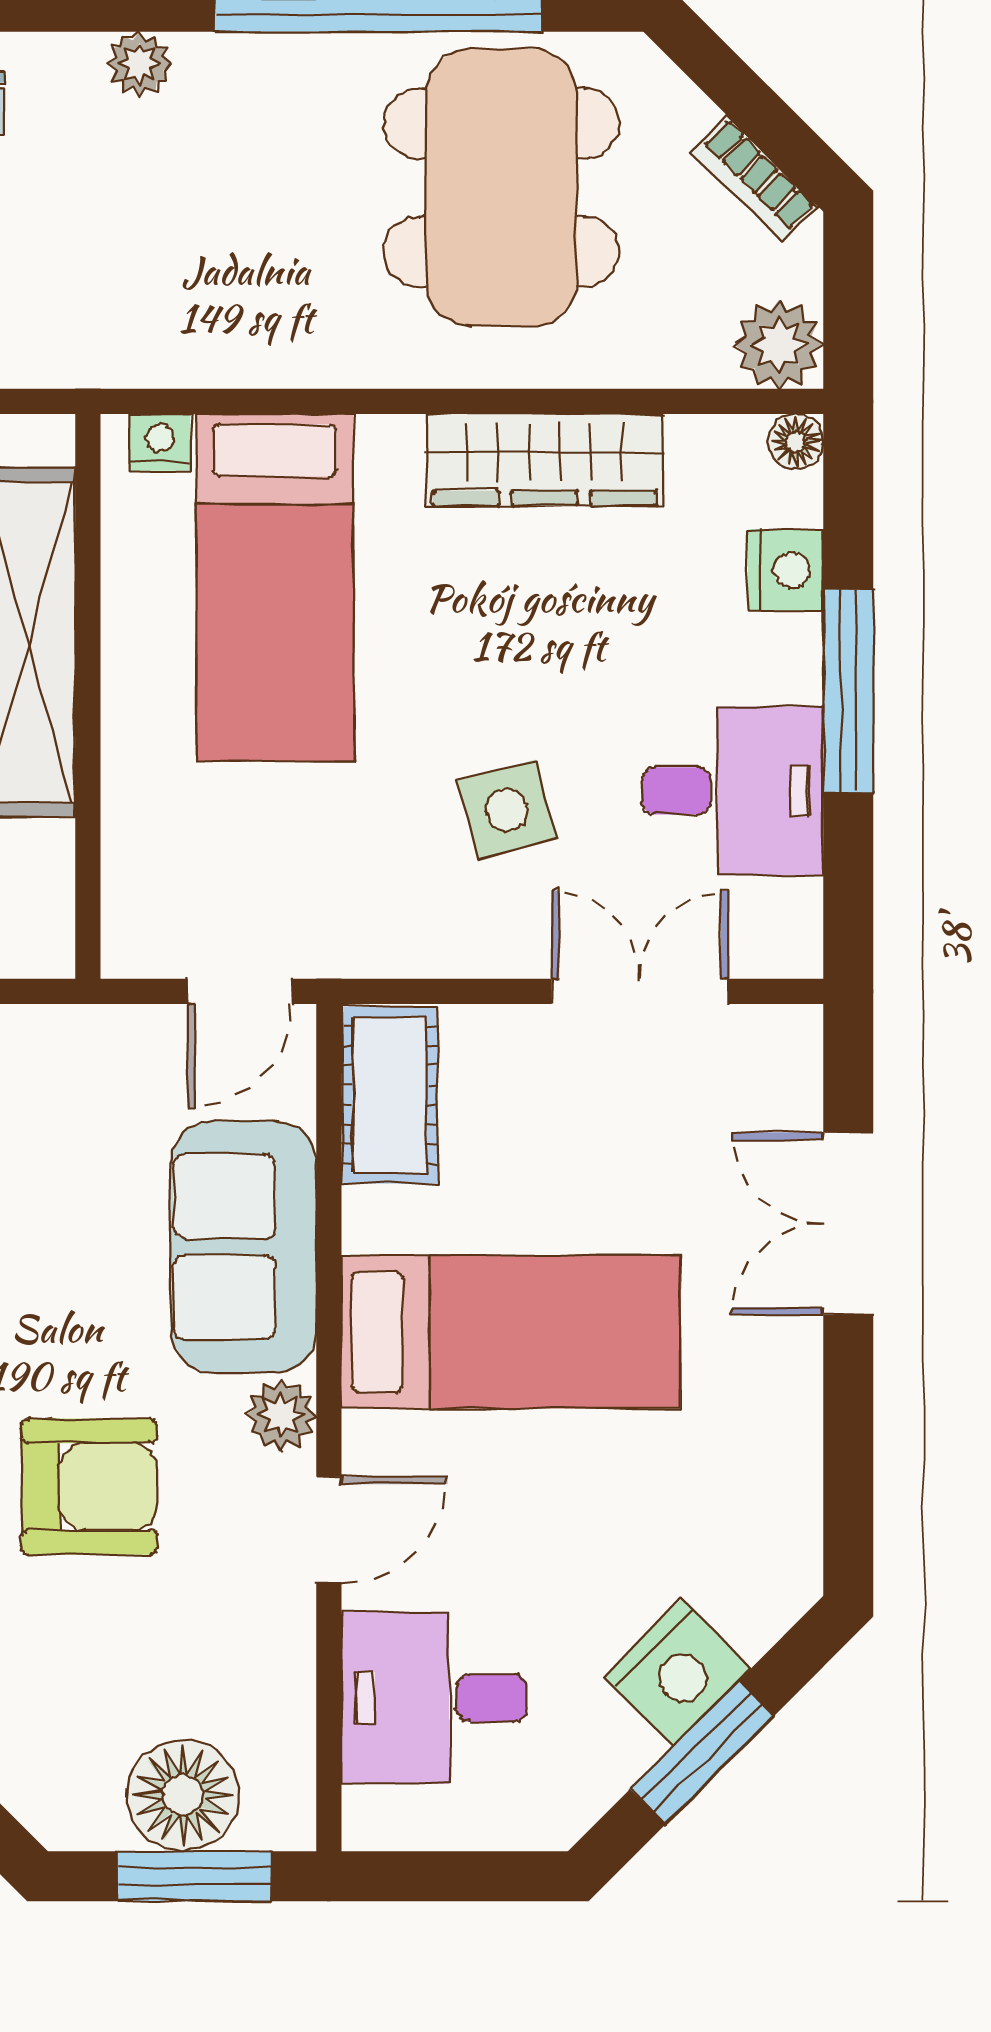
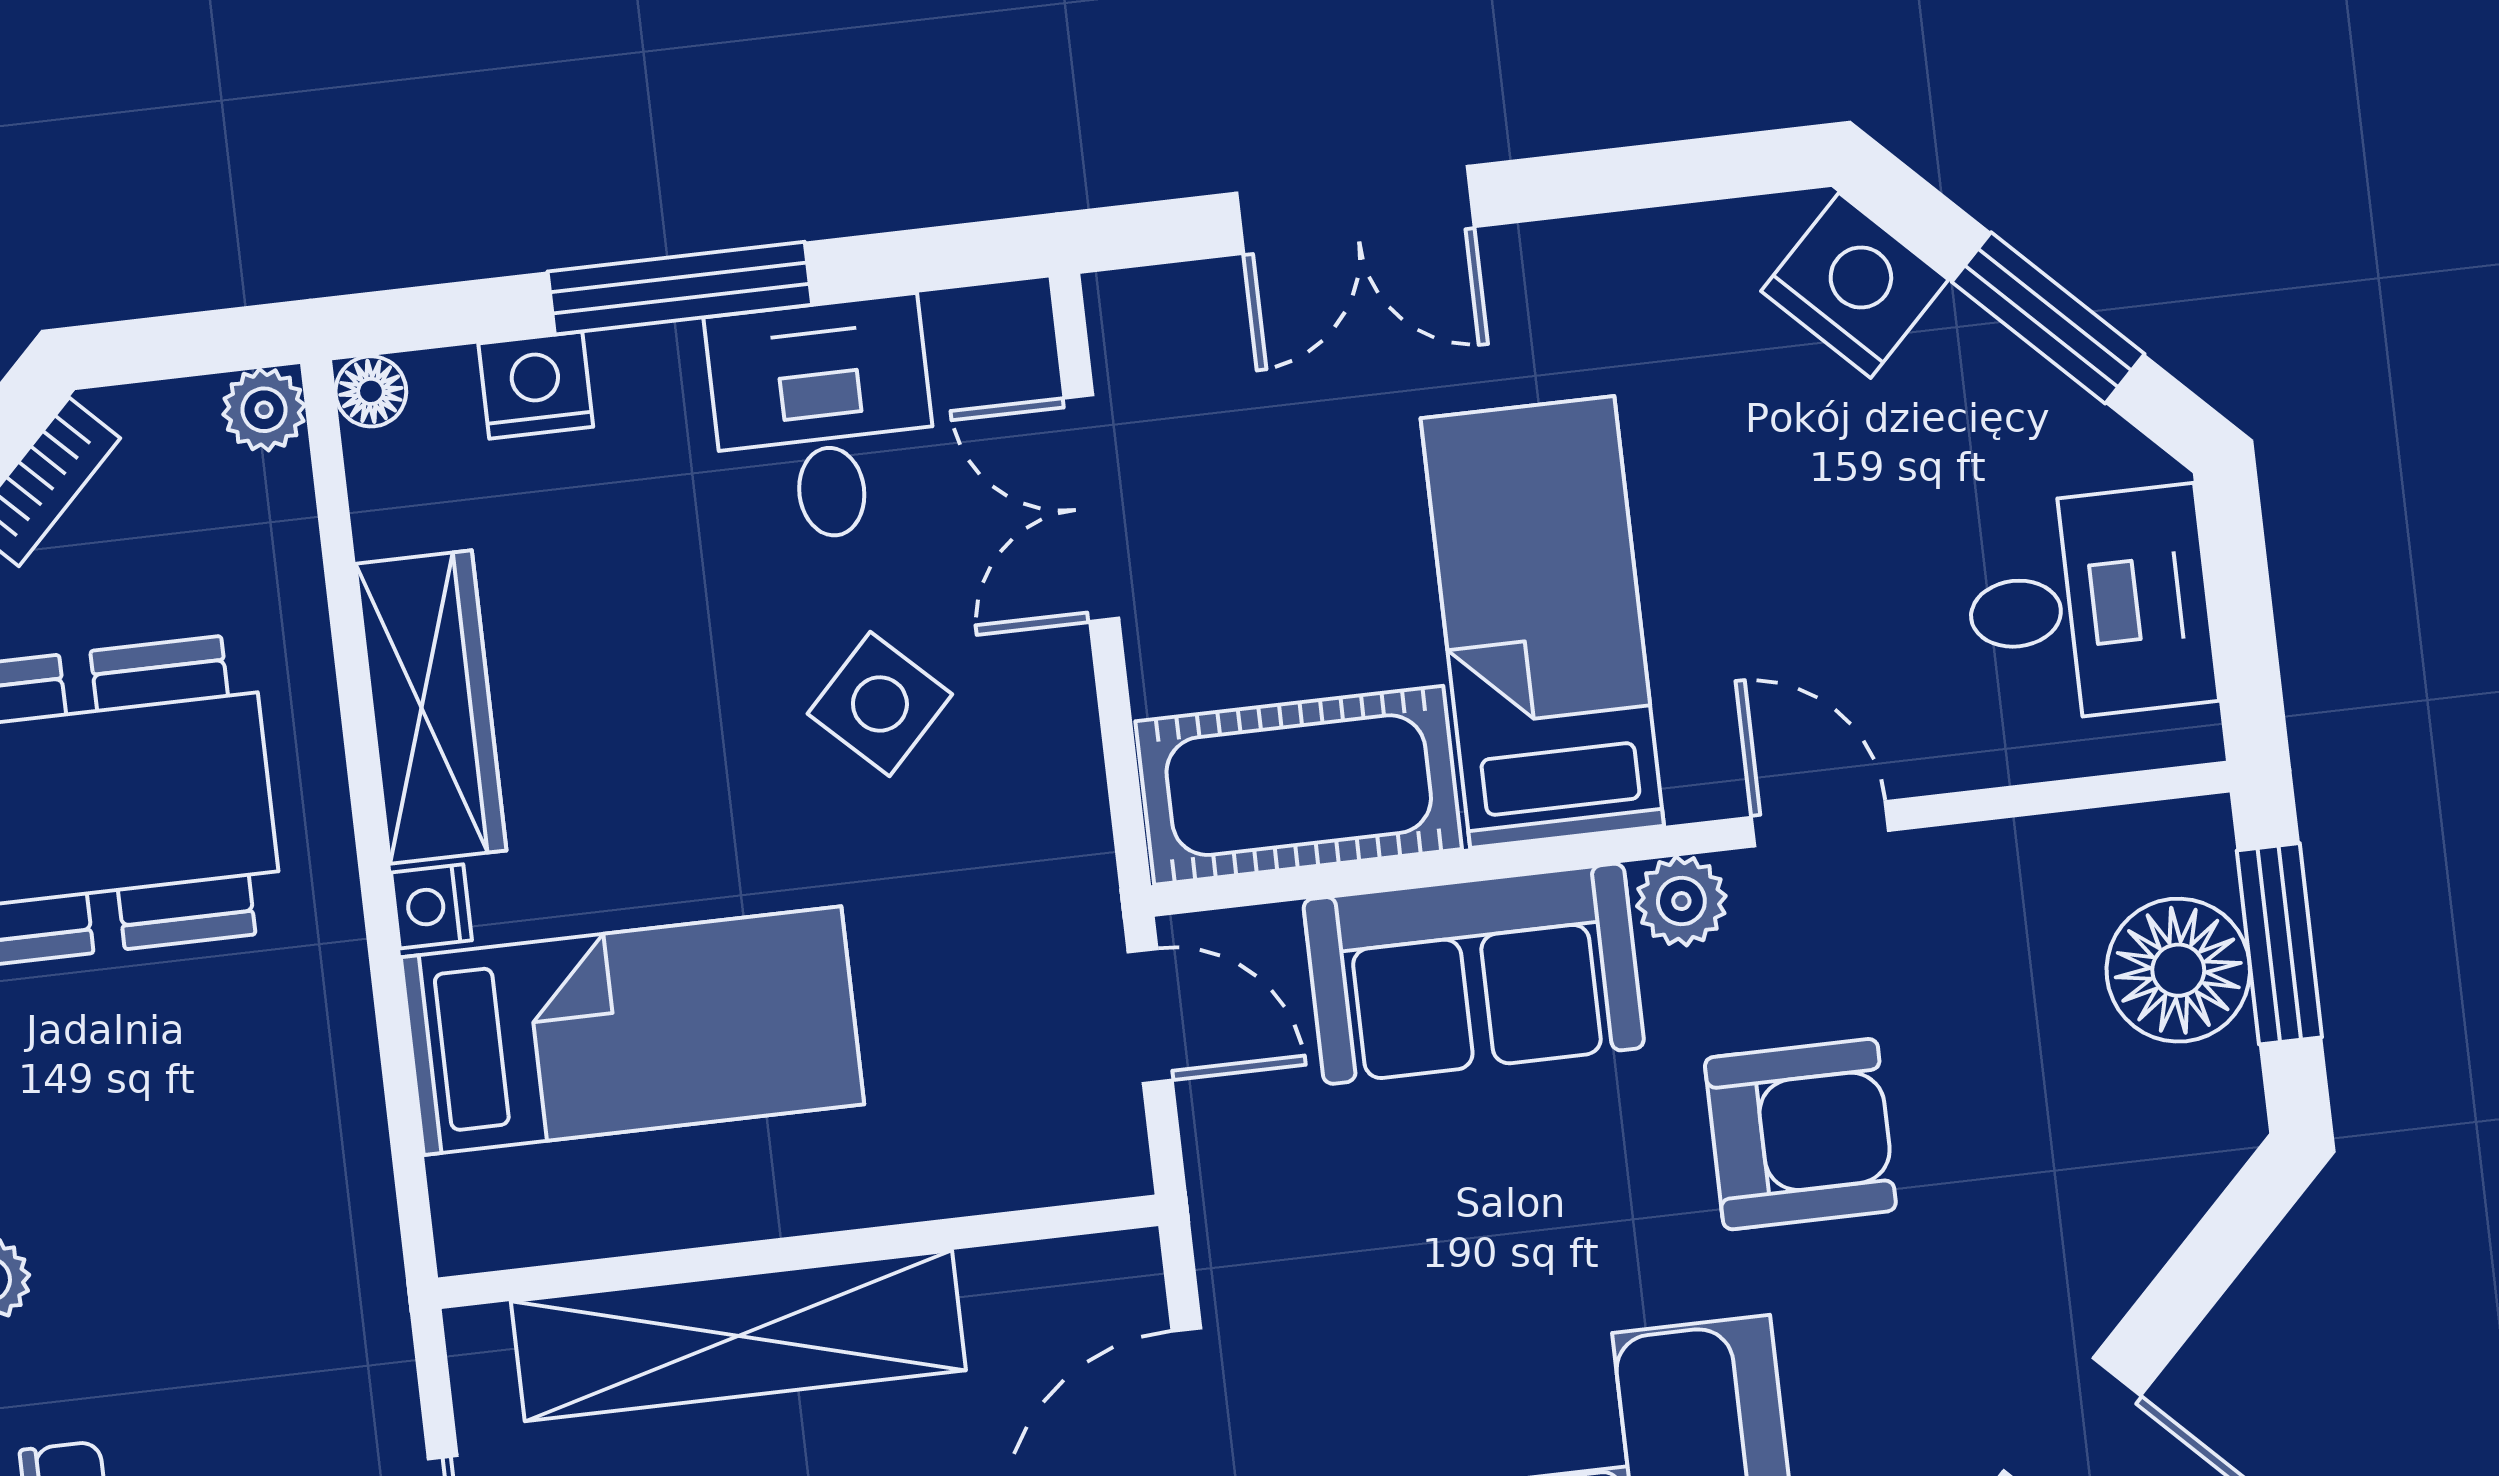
plant: (779, 345) -> (264, 410), width x0.73, depth x0.73
nightstand: (160, 442) -> (432, 906), moved
side table: (507, 809) -> (880, 704), turned -31
cot: (390, 1095) -> (1299, 785), width x1.37, depth x1.34
armchair: (89, 1487) -> (1800, 1134), turned 90
nightstand: (677, 1672) -> (1855, 285), moved
desk: (434, 1698) -> (2089, 605), moved, turned -90

